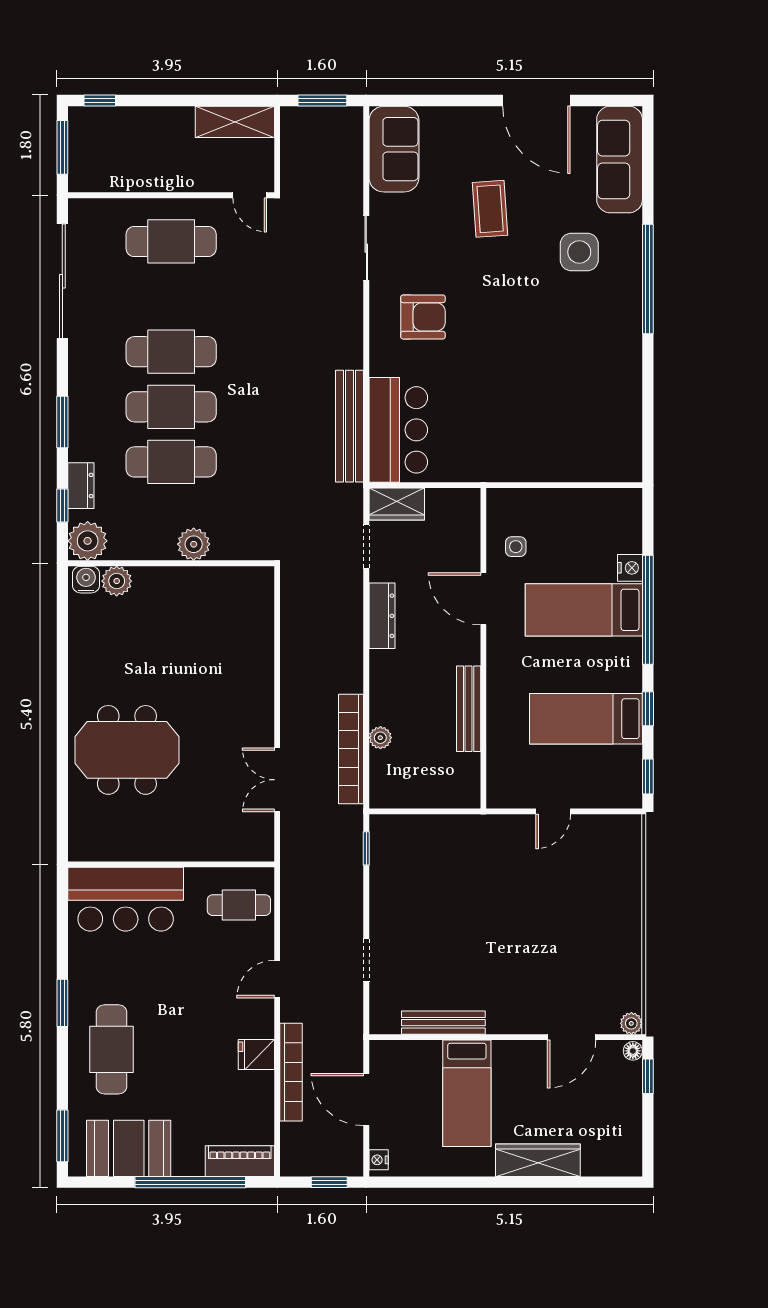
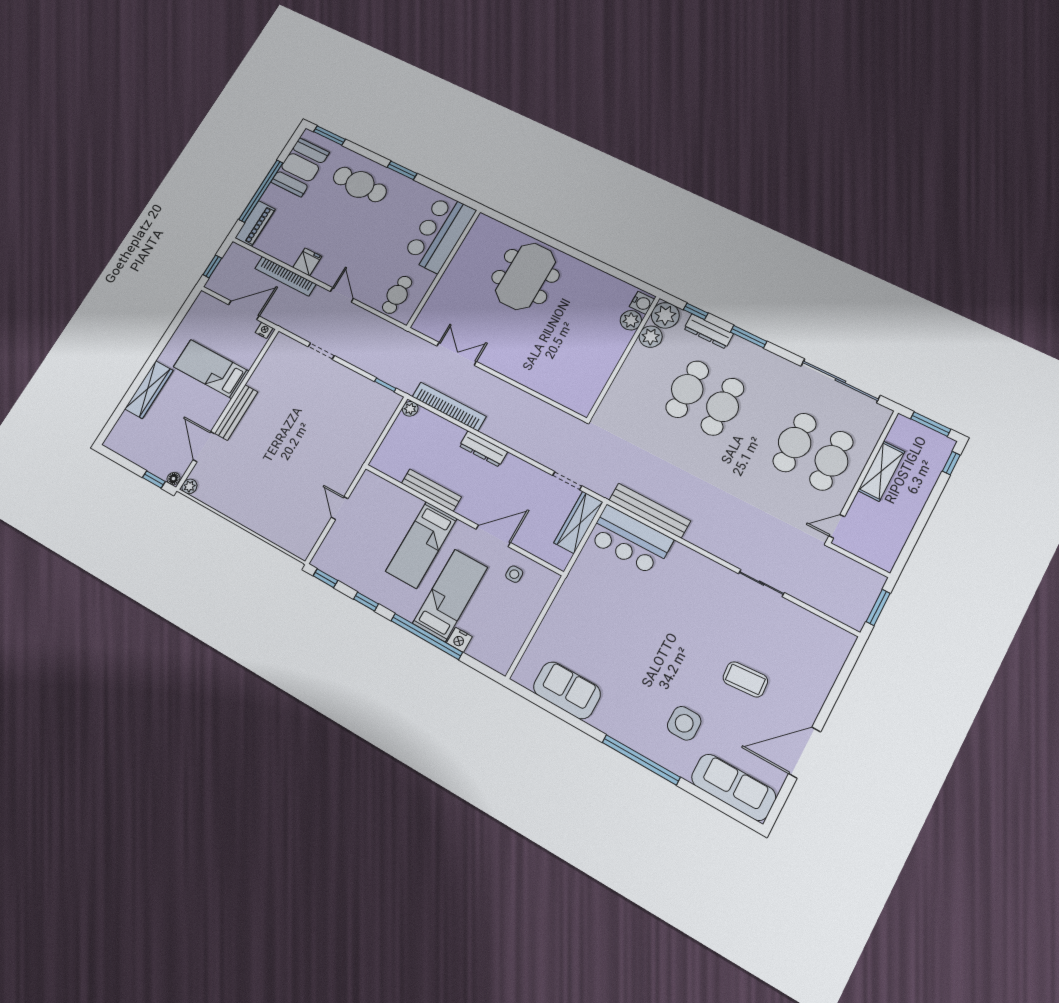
shelving: (235, 122) -> (881, 471), moved
sofa: (394, 149) -> (567, 690), moved, turned 180
armchair: (423, 317) -> (696, 595), removed
cafe table: (171, 352) -> (795, 442), moved
dresser: (81, 486) -> (709, 331), width x1.44
wardrobe: (397, 504) -> (579, 522), width x1.50
plant: (194, 544) -> (651, 337), moved
dresser: (382, 616) -> (483, 449), moved
bed: (586, 719) -> (421, 545), moved, turned 180
plant: (380, 738) -> (410, 409), moved
bench: (443, 1023) -> (236, 412), moved
nightstand: (379, 1160) -> (264, 330), moved

